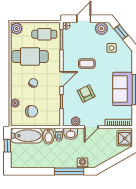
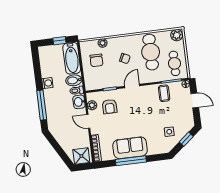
plant: (101, 28) -> (187, 119), removed
coffee table: (87, 64) -> (164, 93), moved
door: (62, 79) -> (132, 86), swing flipped
armchair: (86, 94) -> (110, 107), moved, turned 116
washing machine: (83, 163) -> (47, 83), moved

